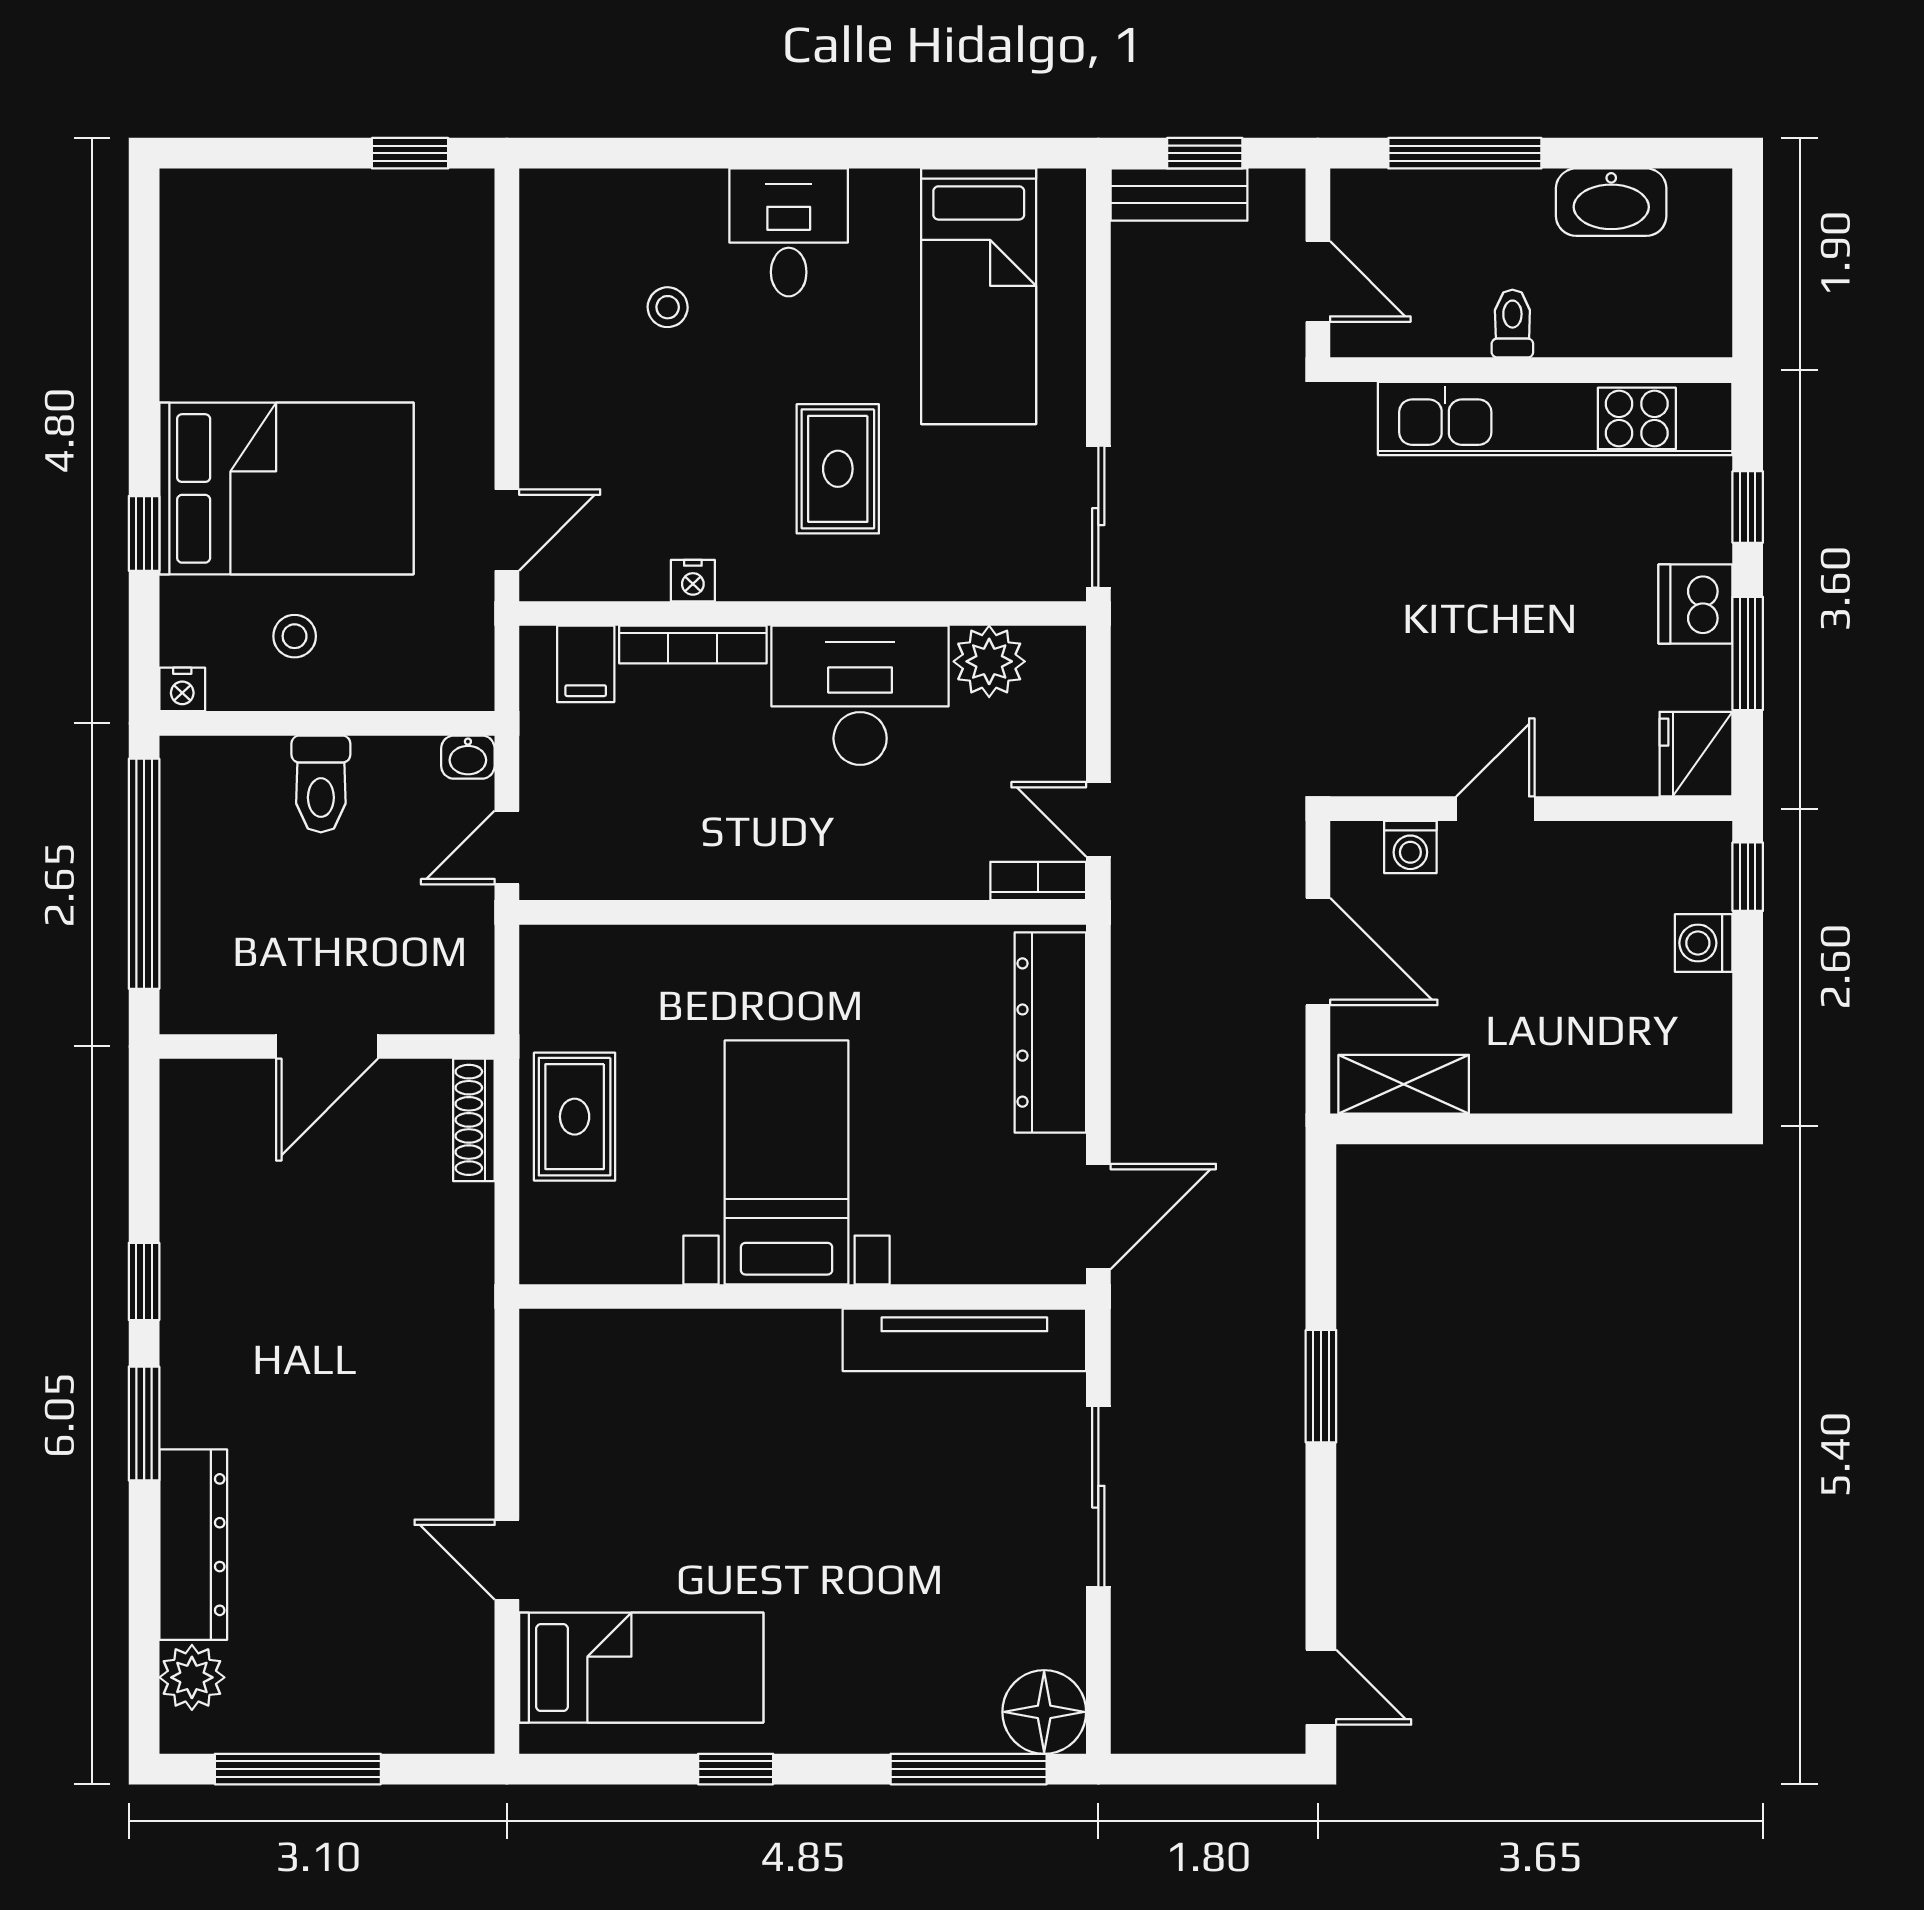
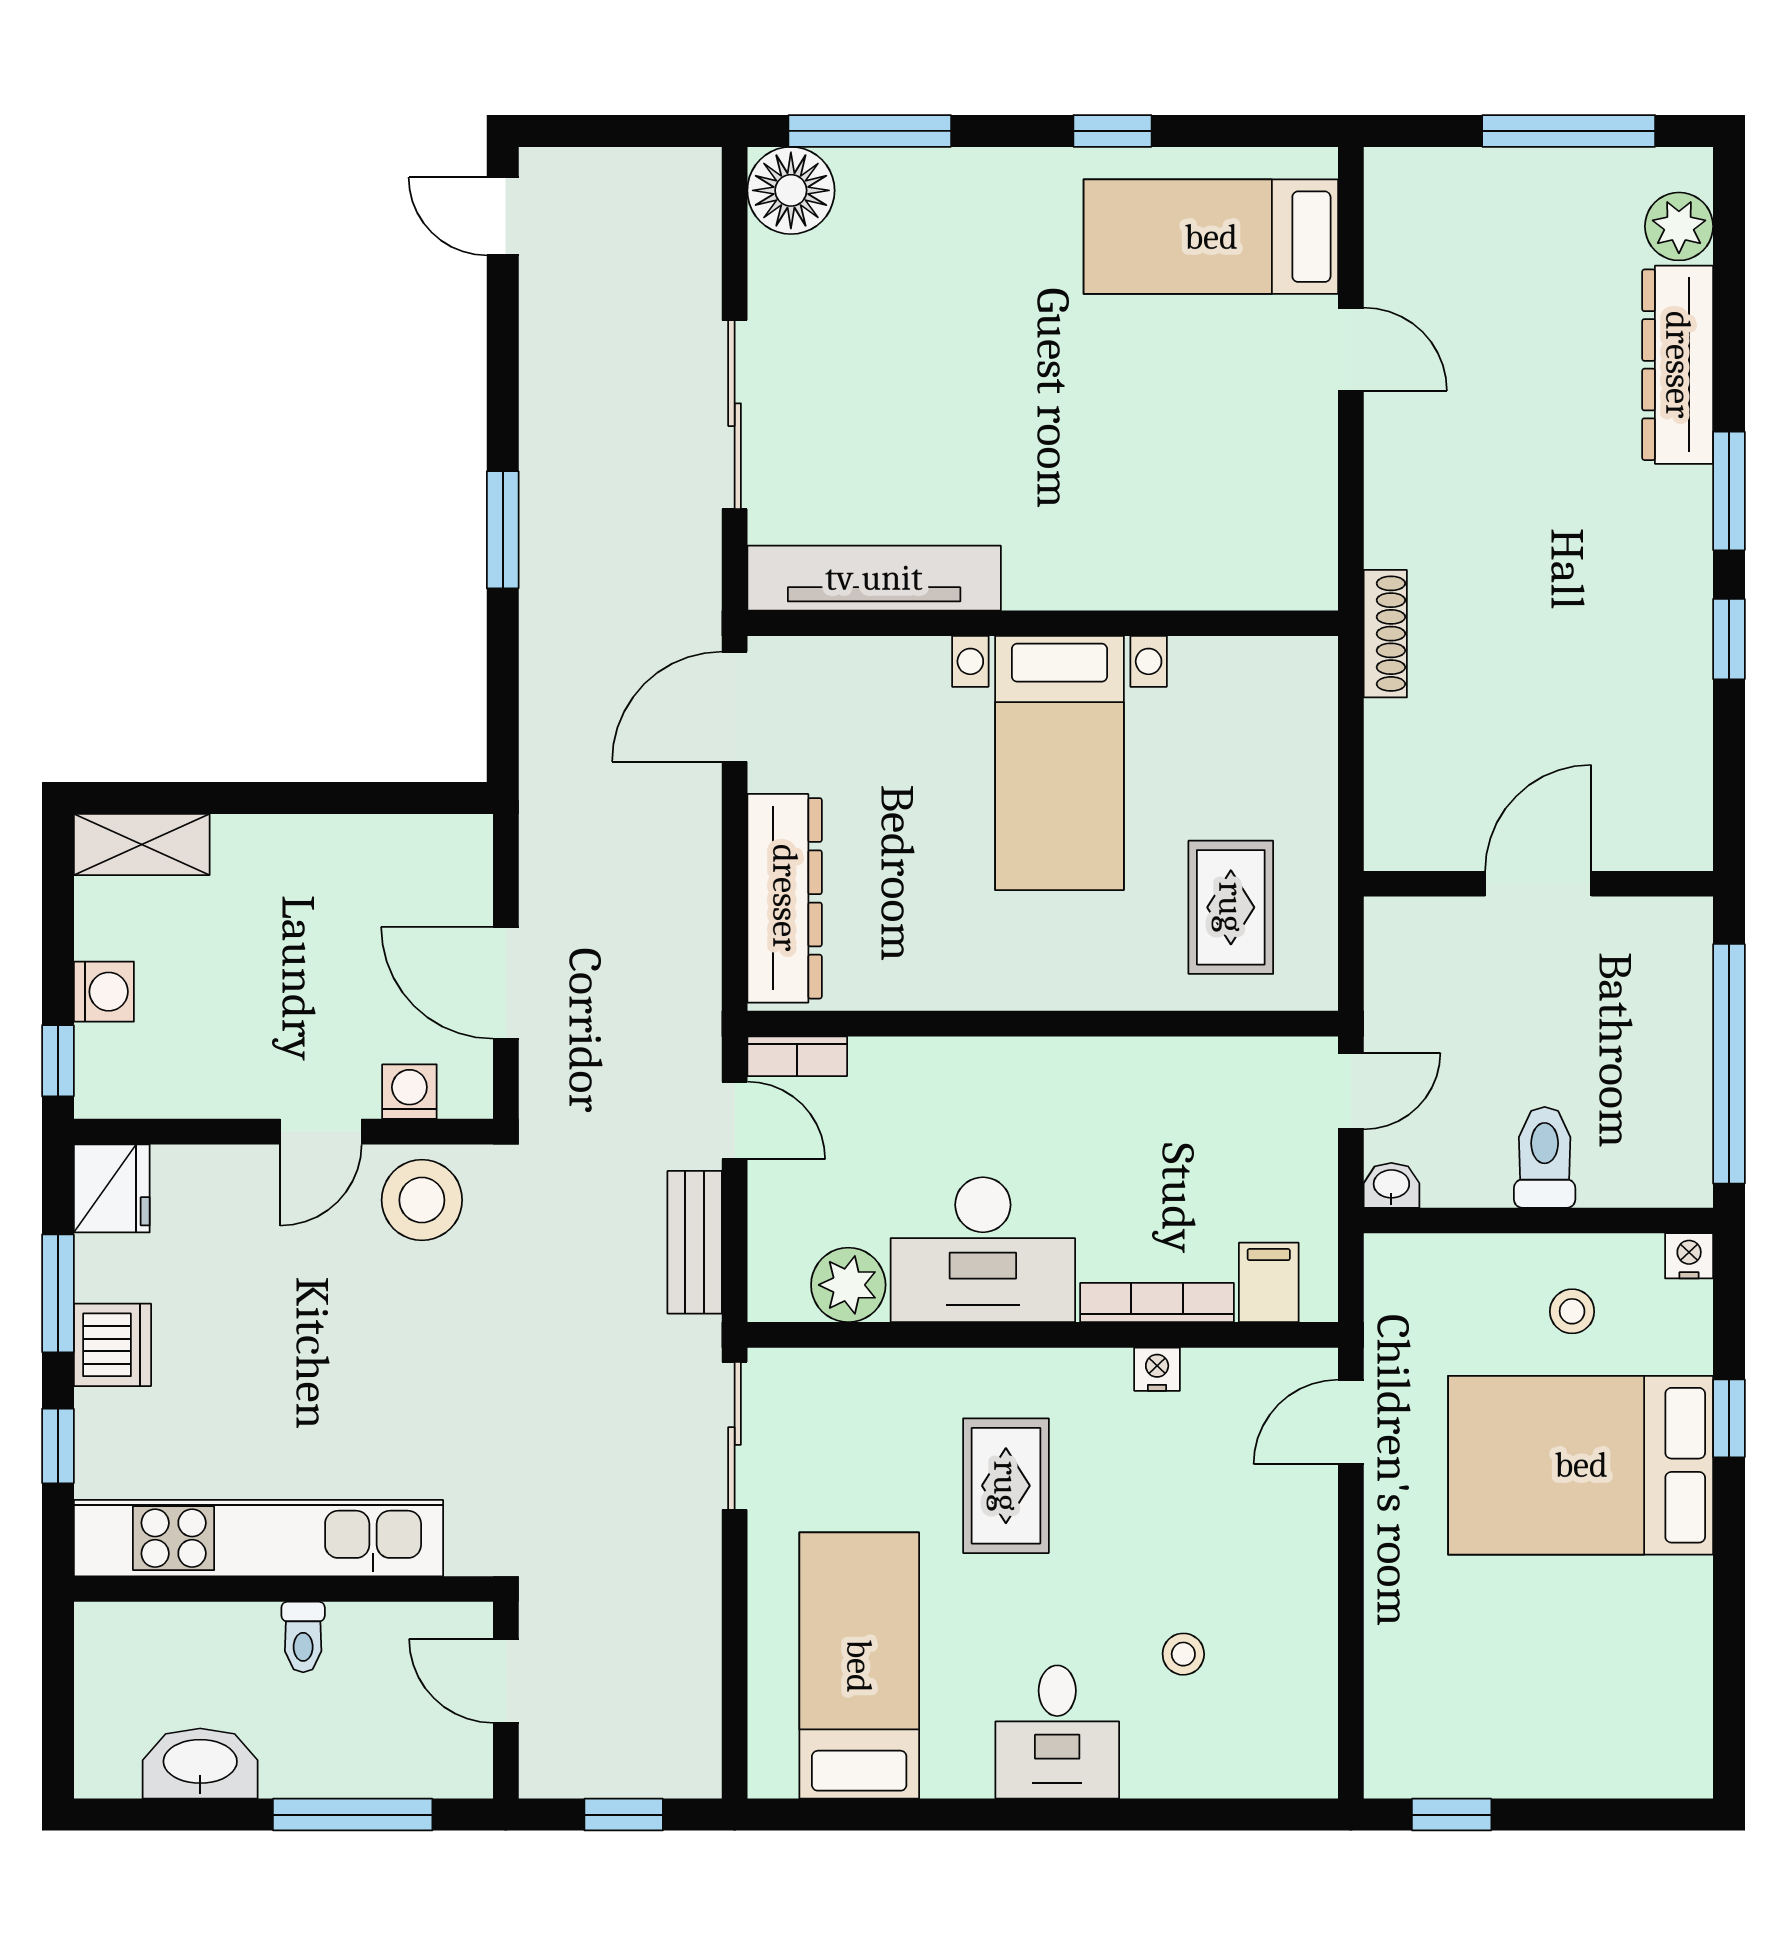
bench: (1179, 195) -> (695, 1242), moved, turned 90
stool: (1398, 743) -> (422, 1200), added
shelving: (1404, 1084) -> (142, 844), moved
rug: (575, 1117) -> (1231, 907), moved
shoe rack: (474, 1120) -> (1385, 634), moved

